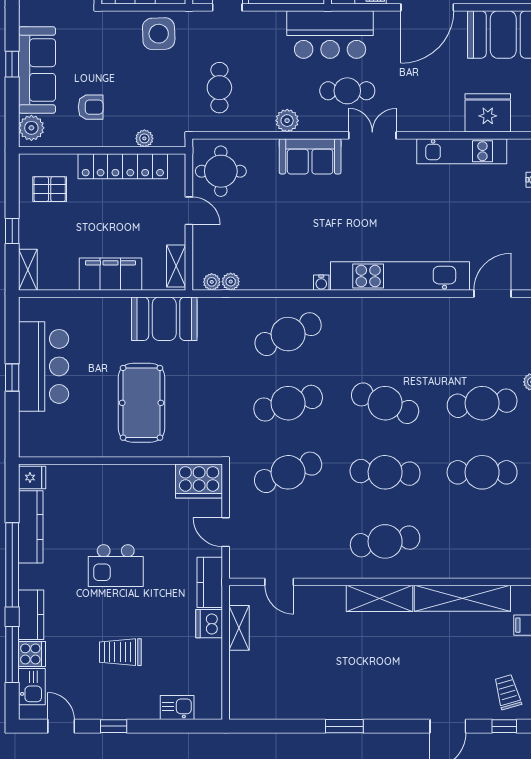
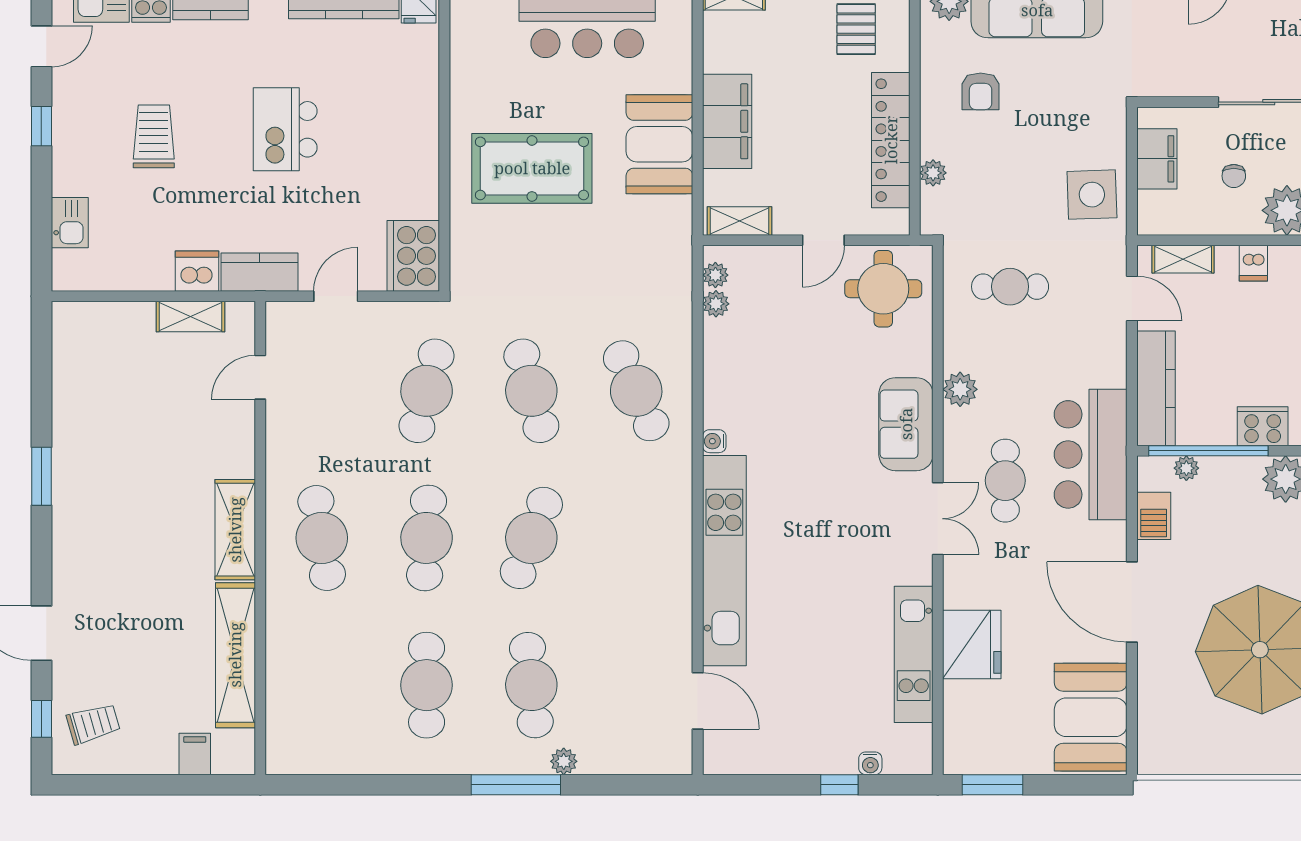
fridge: (488, 113) -> (972, 645), moved
booth: (164, 319) -> (659, 144), moved
cafe table: (288, 472) -> (427, 391), turned 36

